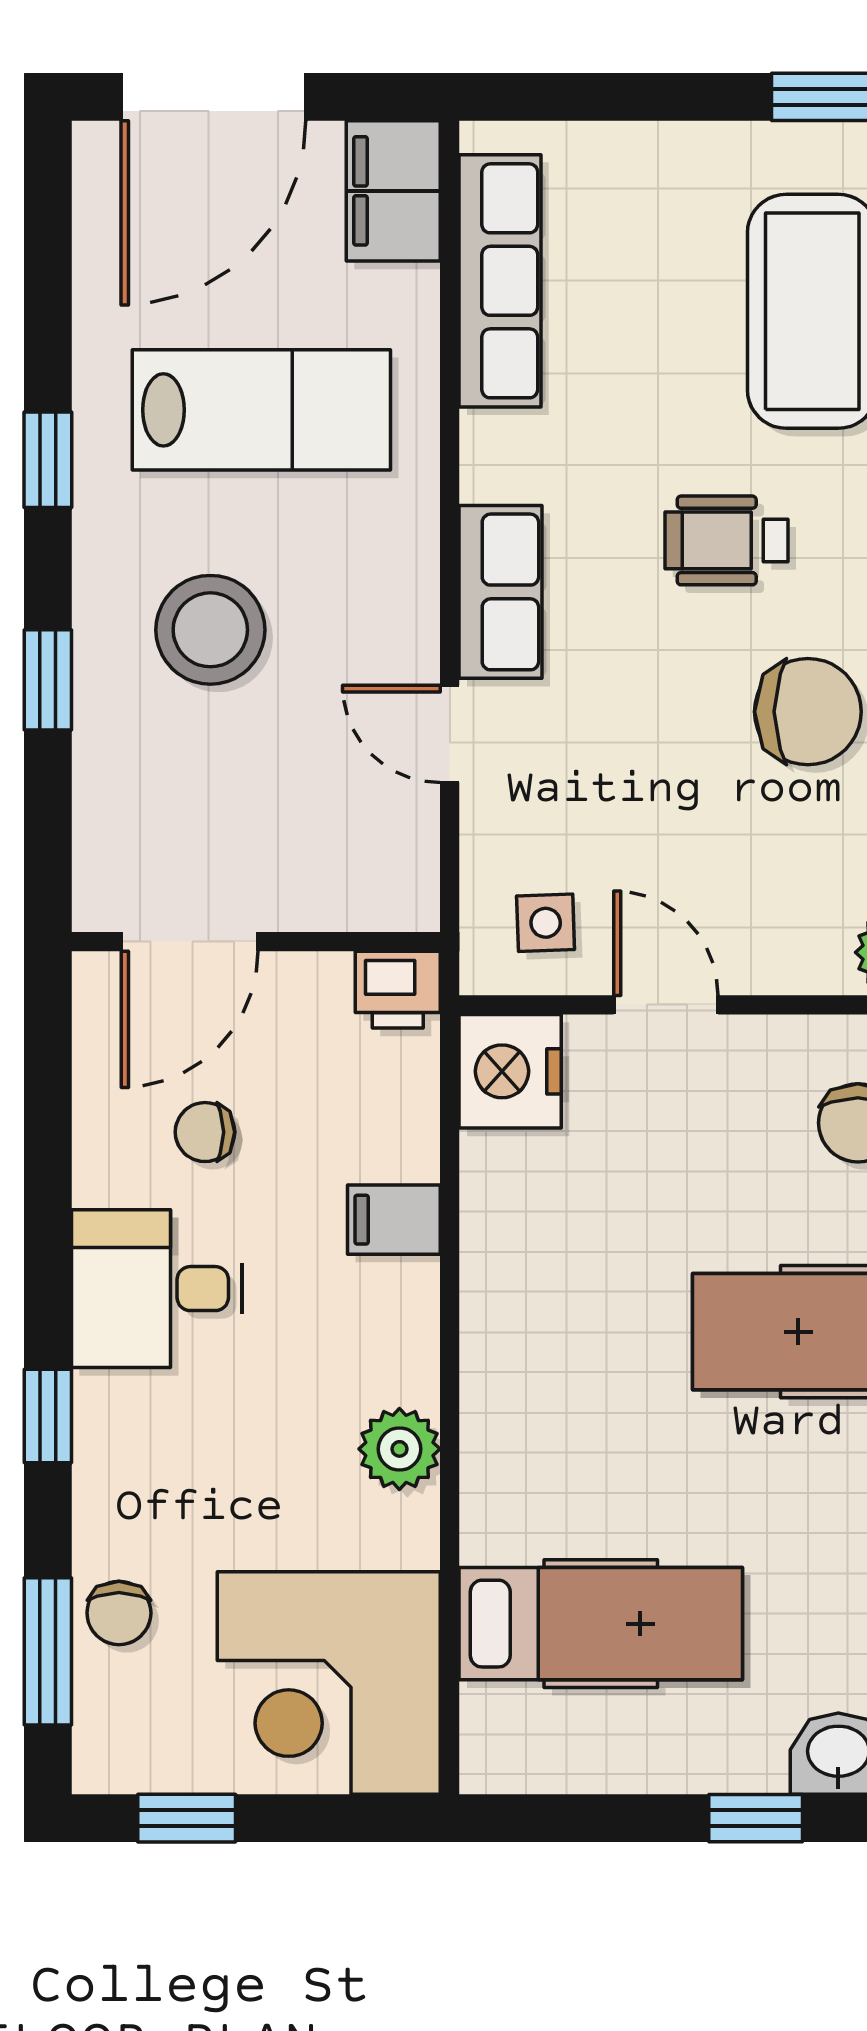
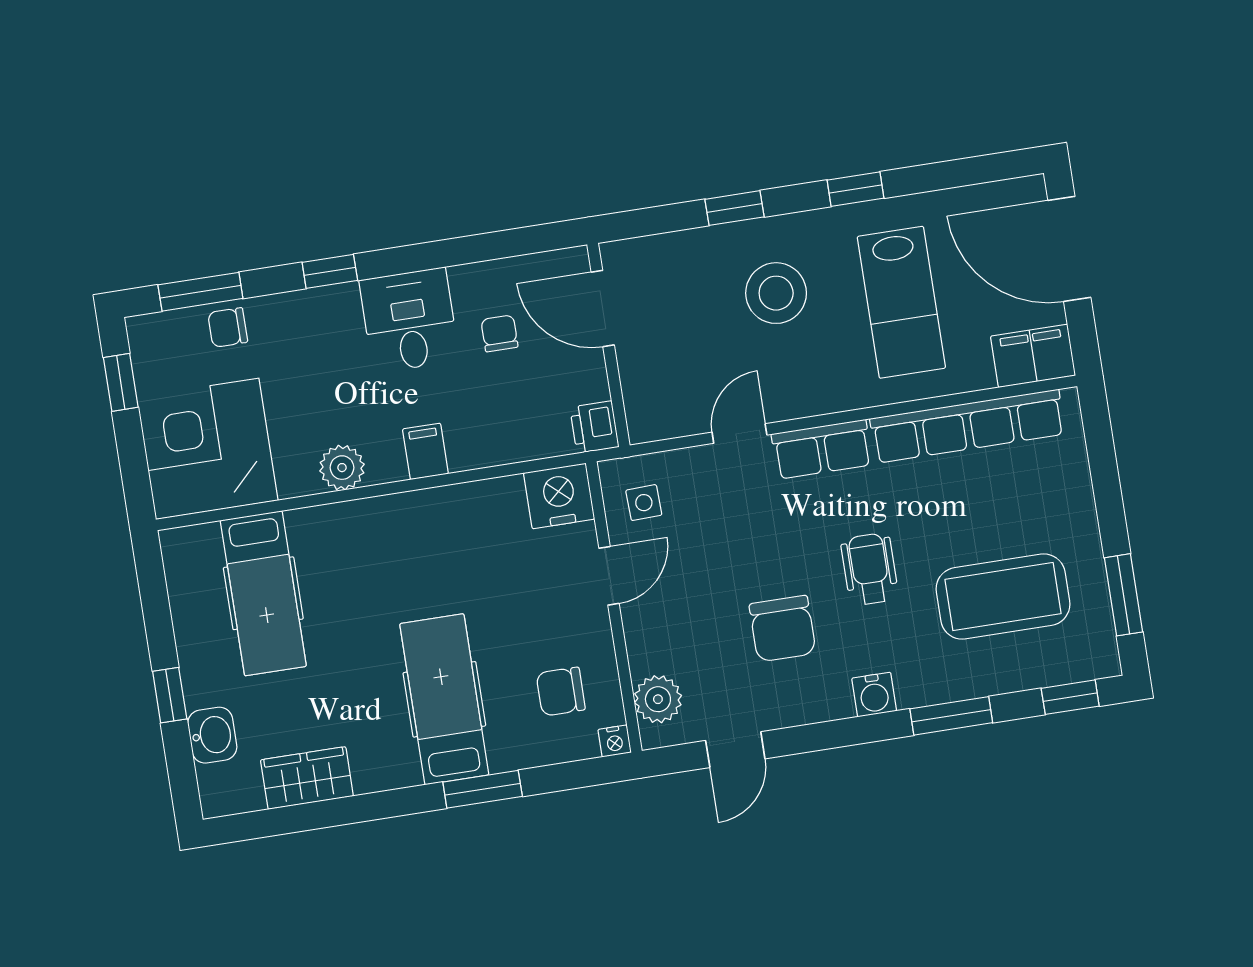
row of seats: (500, 281) -> (968, 426), width x1.36
filing cabinet: (394, 1220) -> (425, 451), moved

